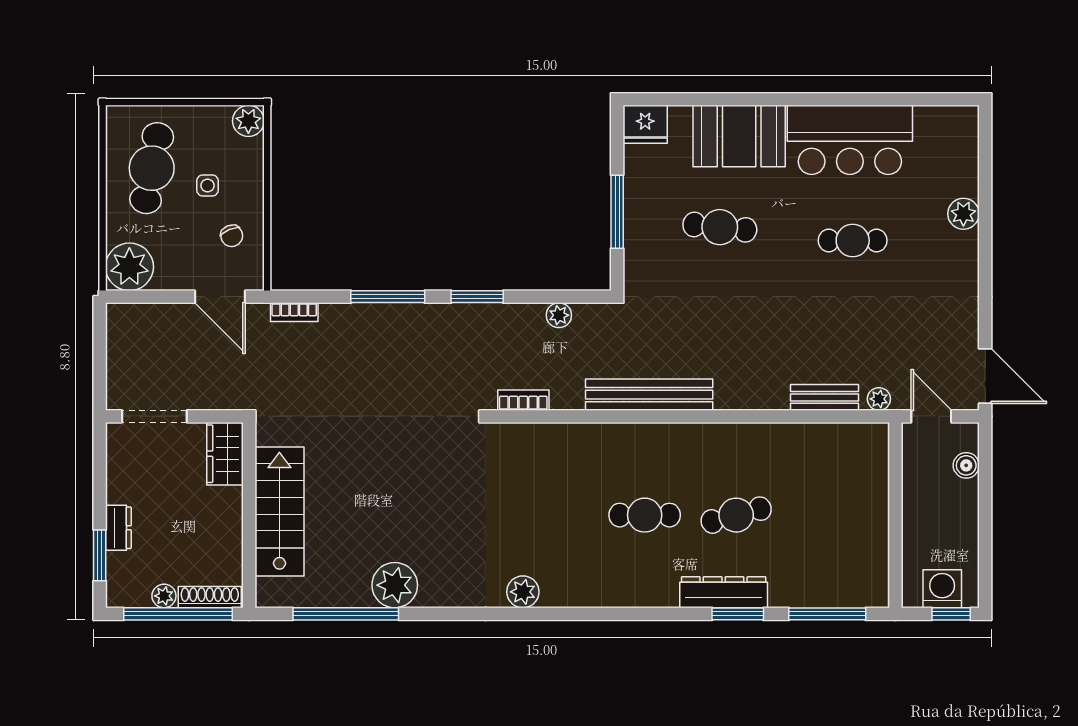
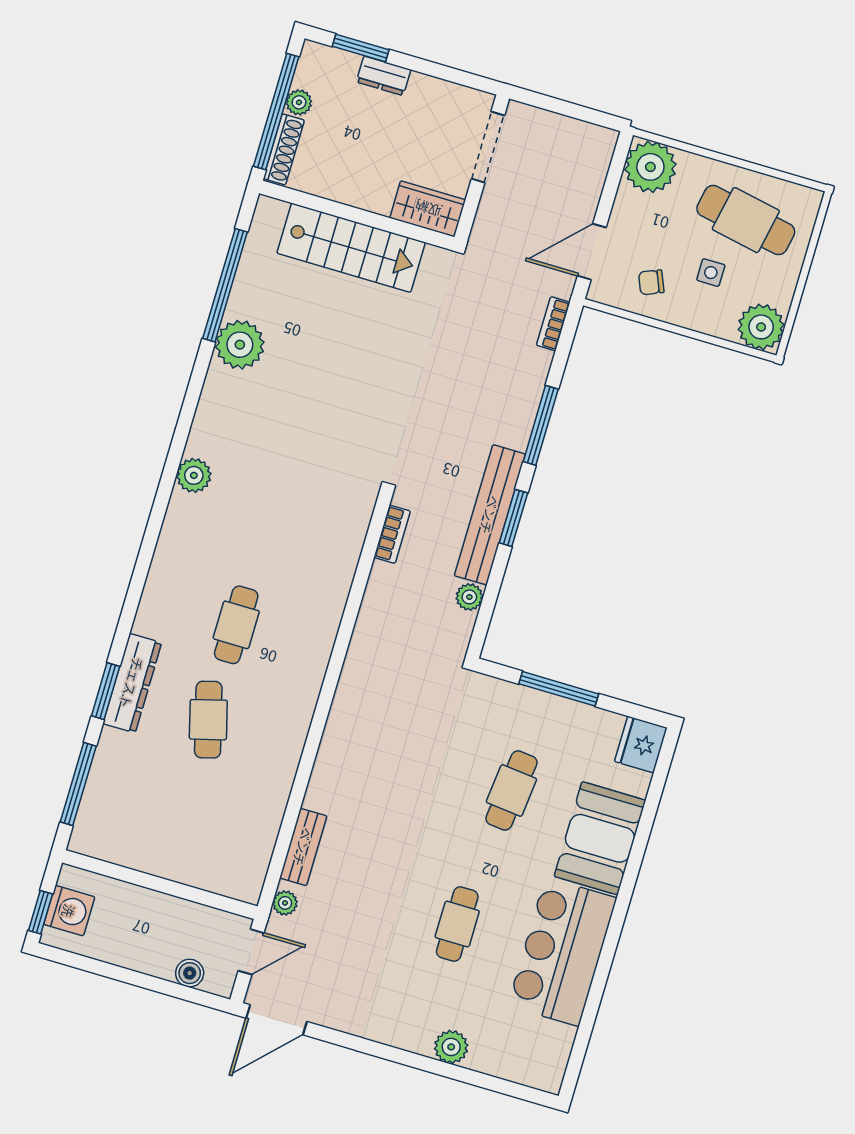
plant: (248, 121) -> (761, 327), width x1.36, depth x1.36
bench: (649, 395) -> (490, 515), moved

